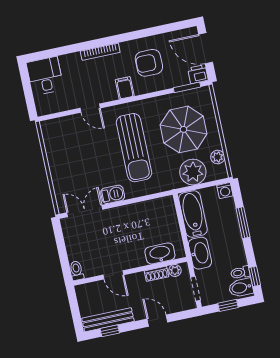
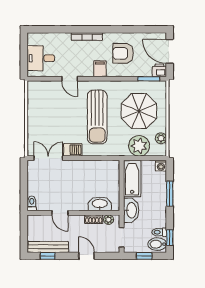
desk: (45, 76) -> (41, 58), moved, turned -90

